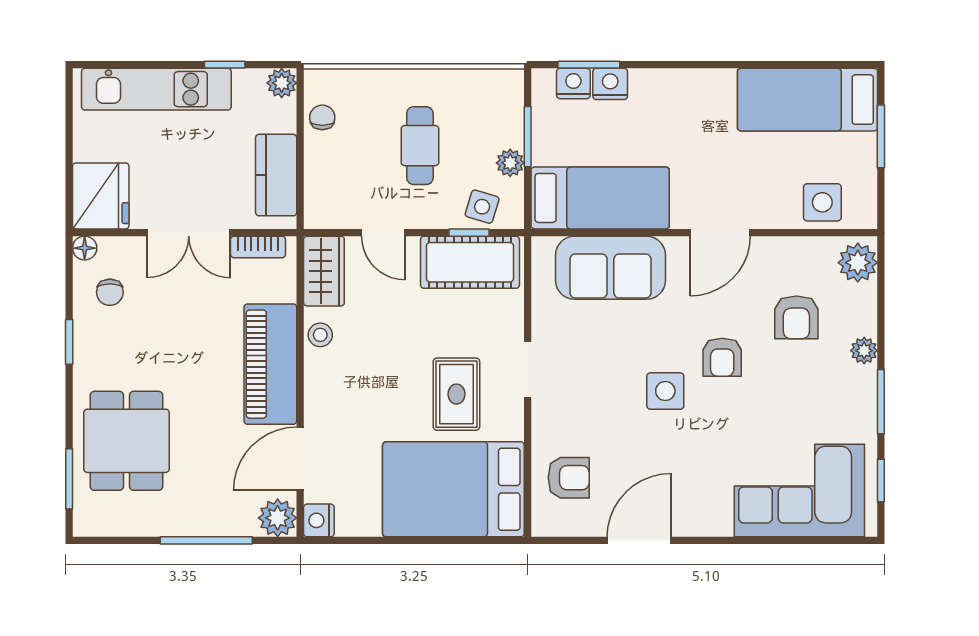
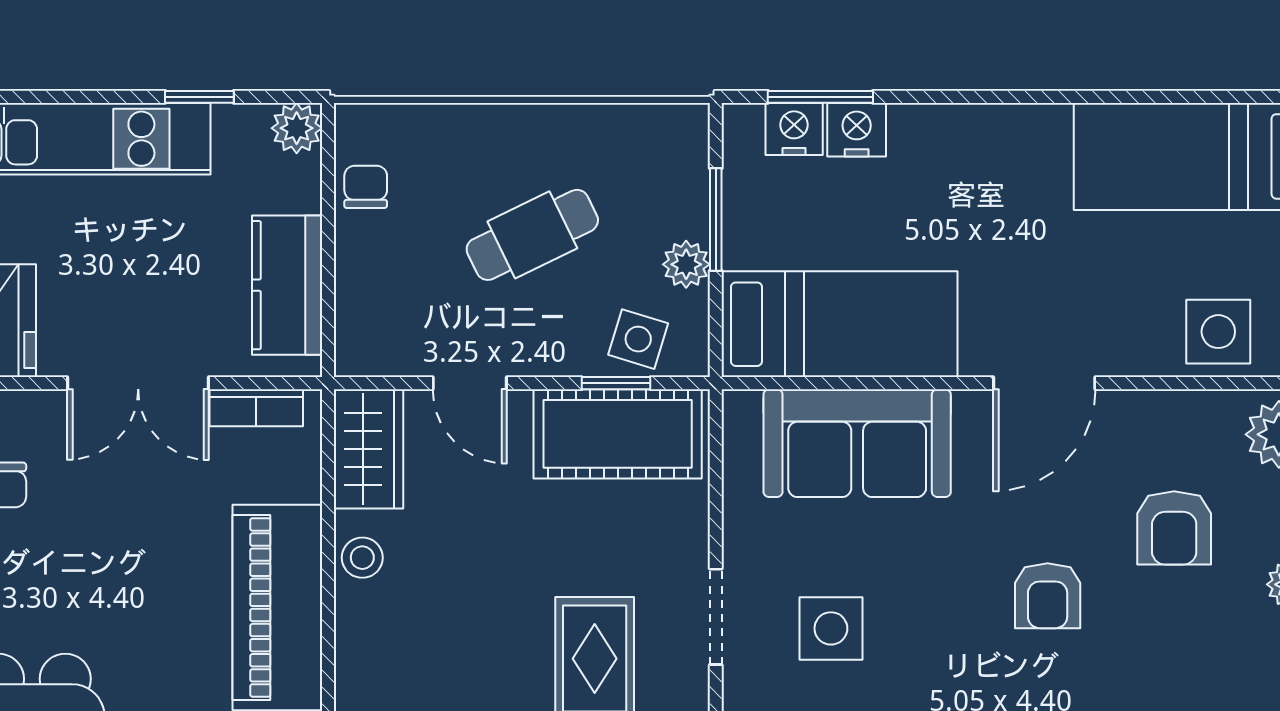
cafe table: (420, 146) -> (532, 235), turned 64
side table: (665, 391) -> (831, 628), moved

